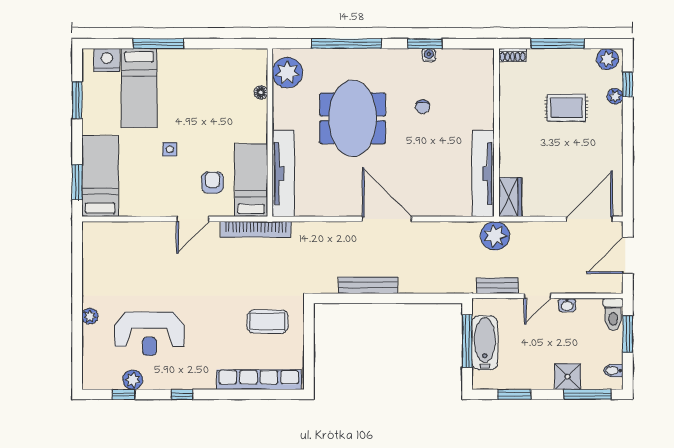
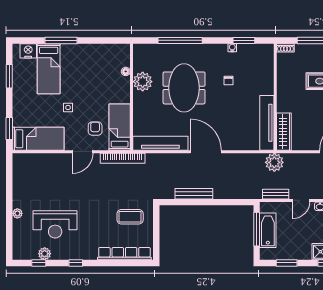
window: (425, 44) -> (244, 40), moved
plant: (287, 73) -> (143, 82), moved
tv unit: (283, 173) -> (160, 143), moved, turned -90
bed: (100, 176) -> (38, 139), moved, turned 90
wardrobe: (510, 197) -> (284, 132), width x1.50

